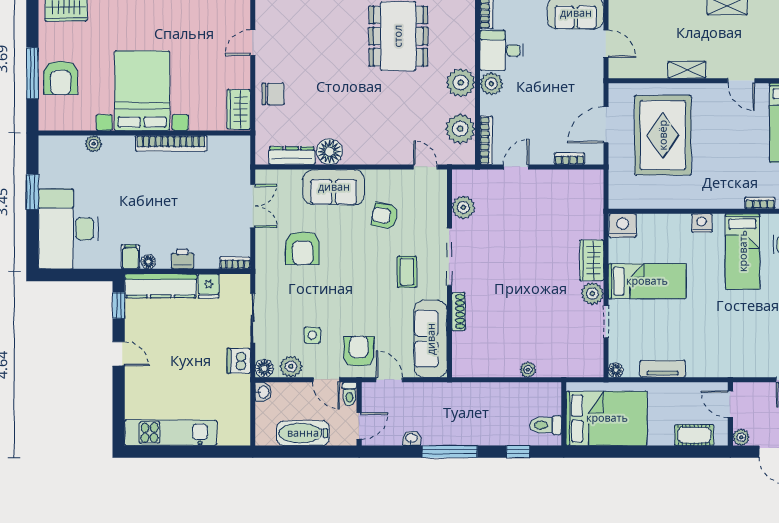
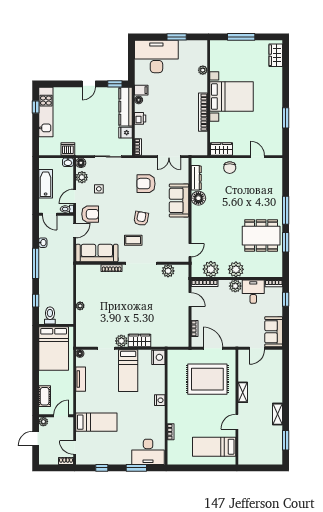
armchair: (61, 78) -> (238, 52), removed
armchair: (385, 216) -> (141, 218), moved
bed: (743, 251) -> (96, 422), moved, turned 180
dishwasher: (239, 361) -> (68, 149), moved
window: (161, 452) -> (36, 107), added

